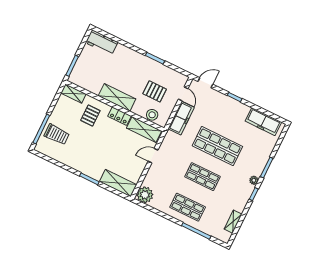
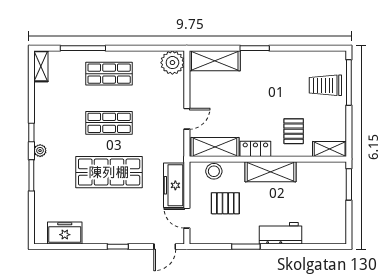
workbench: (102, 42) -> (280, 233), moved
freezer: (263, 122) -> (65, 233), width x0.71
shelving: (233, 222) -> (41, 66), moved

